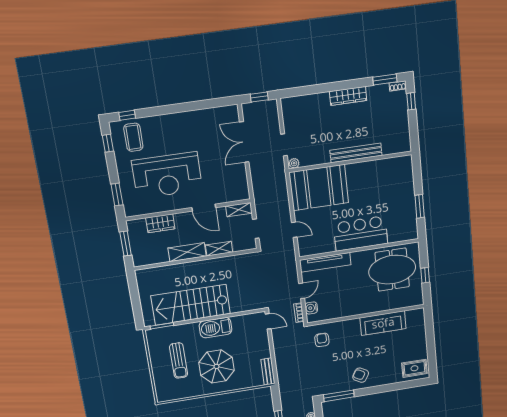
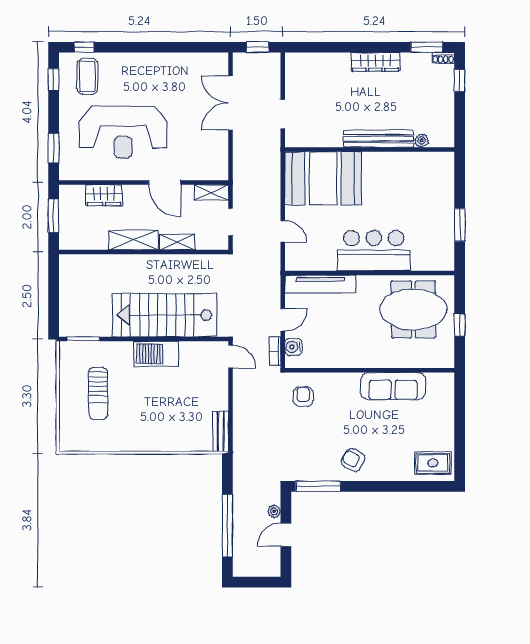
plant: (294, 163) -> (422, 141), moved
stairs: (191, 305) -> (165, 315), moved
parasol: (216, 366) -> (150, 411), removed

